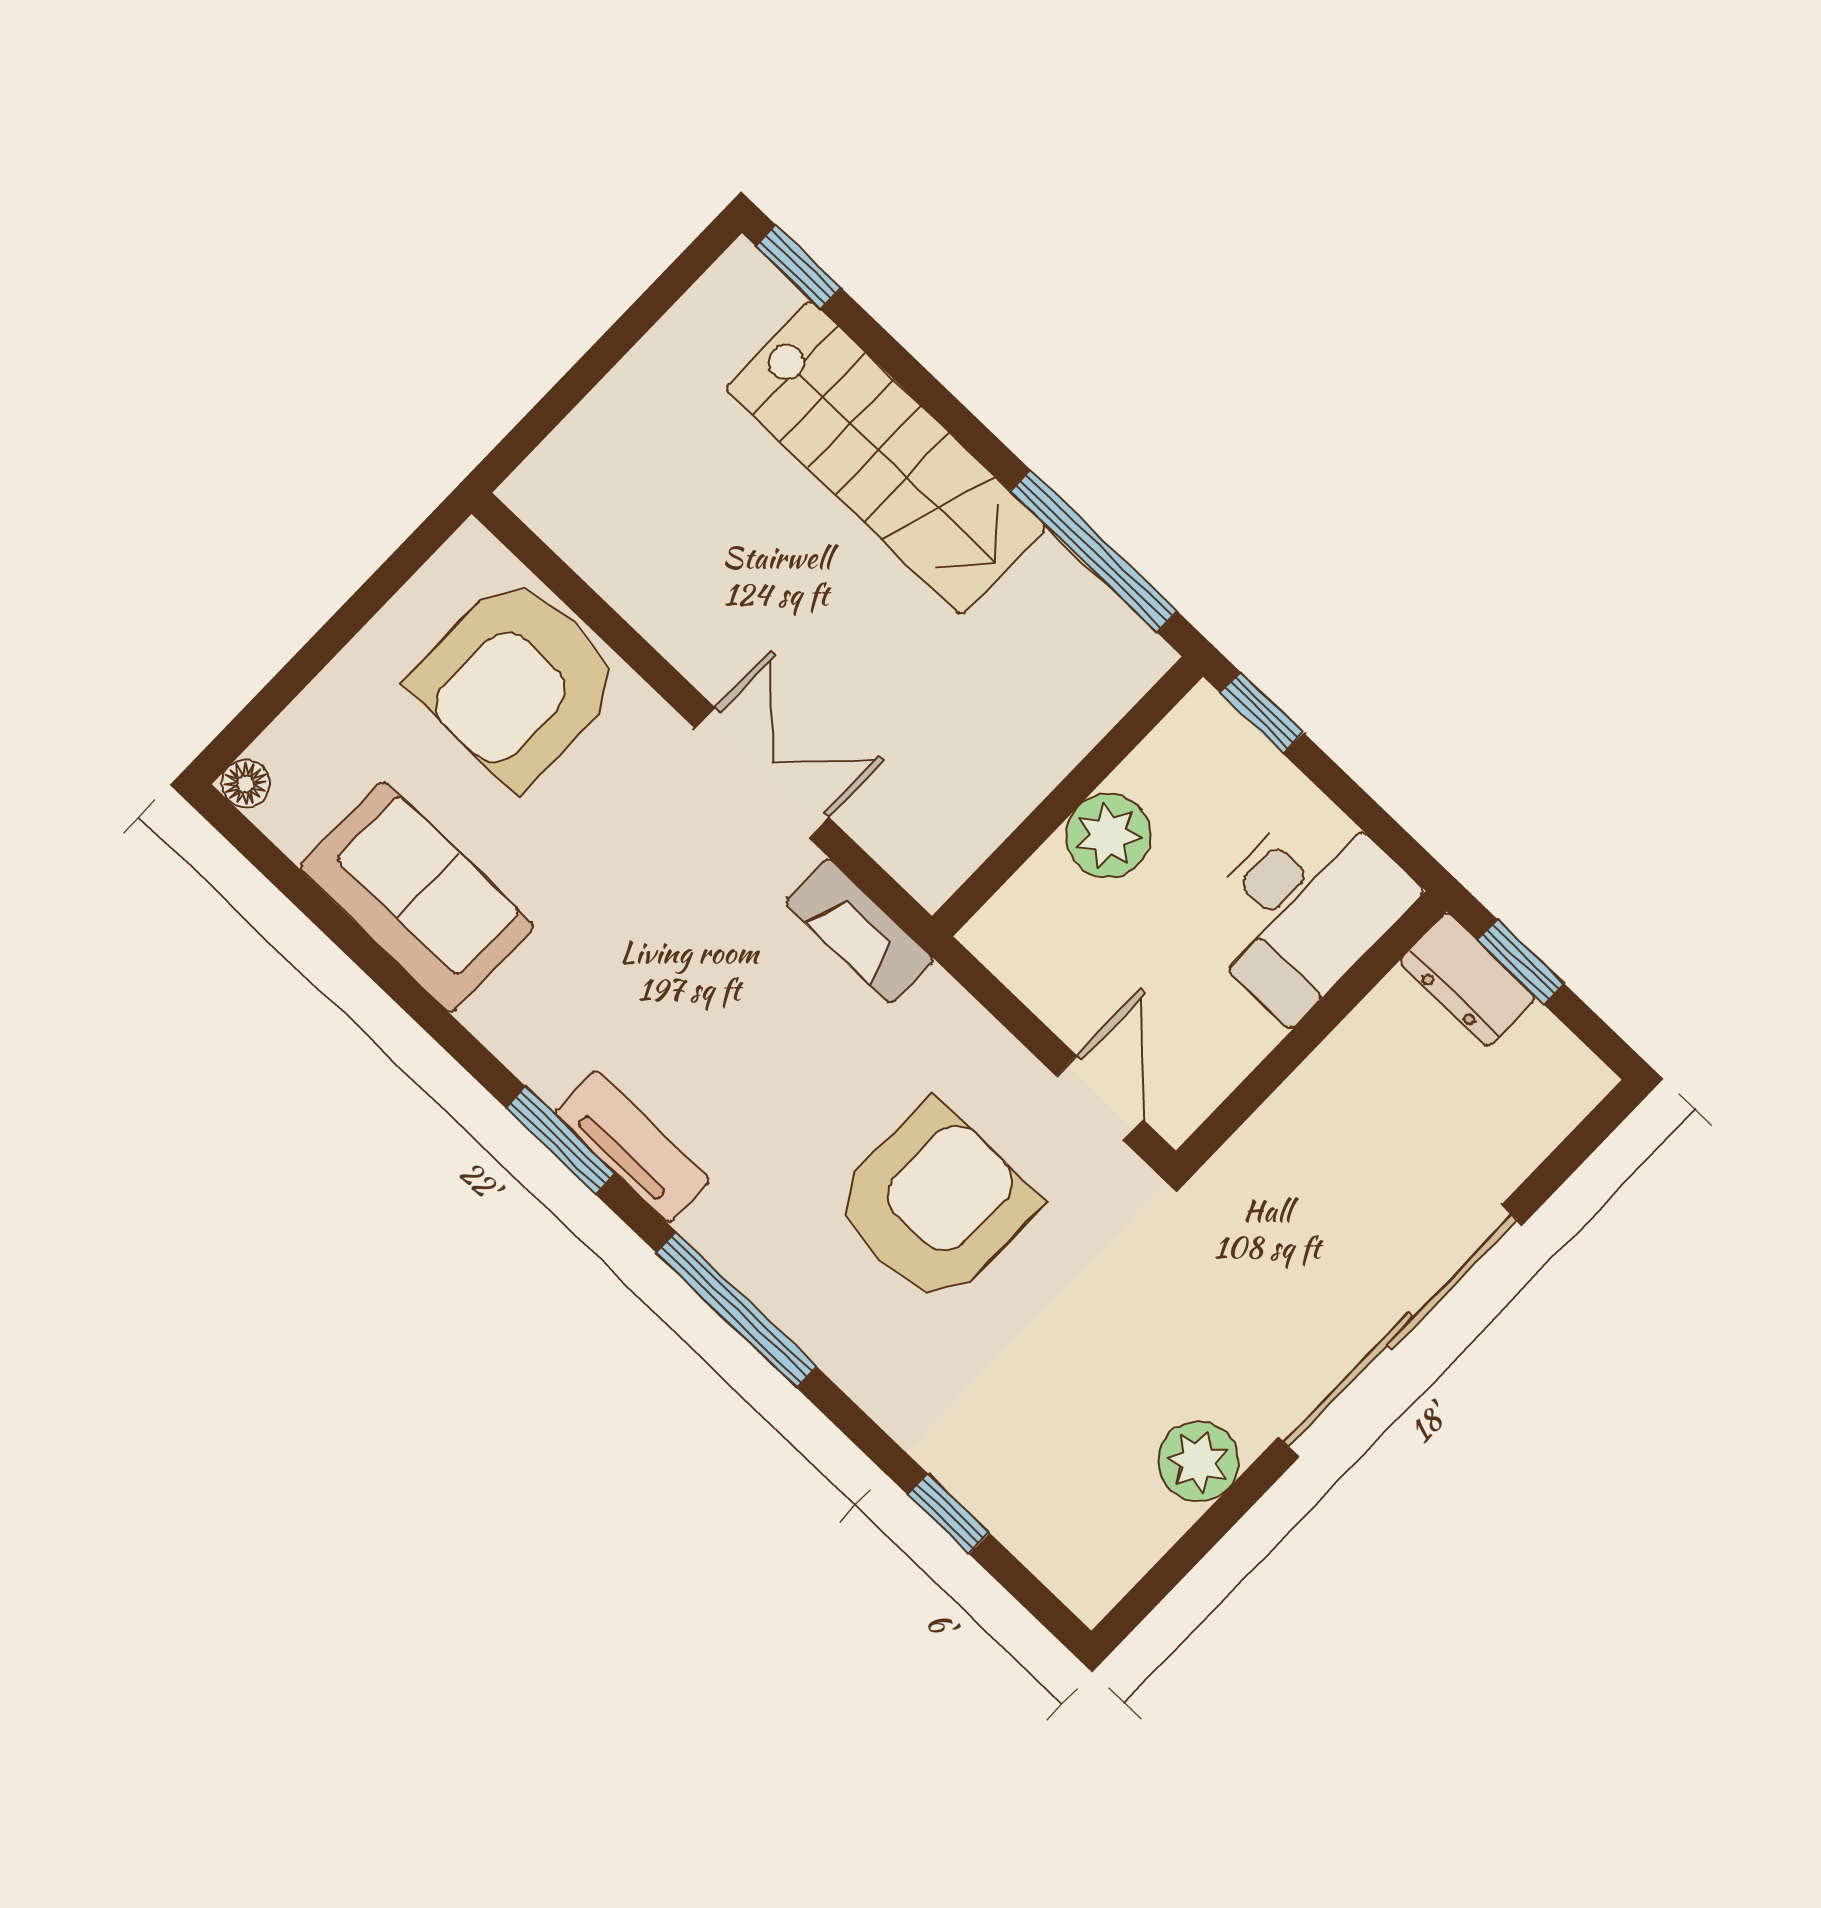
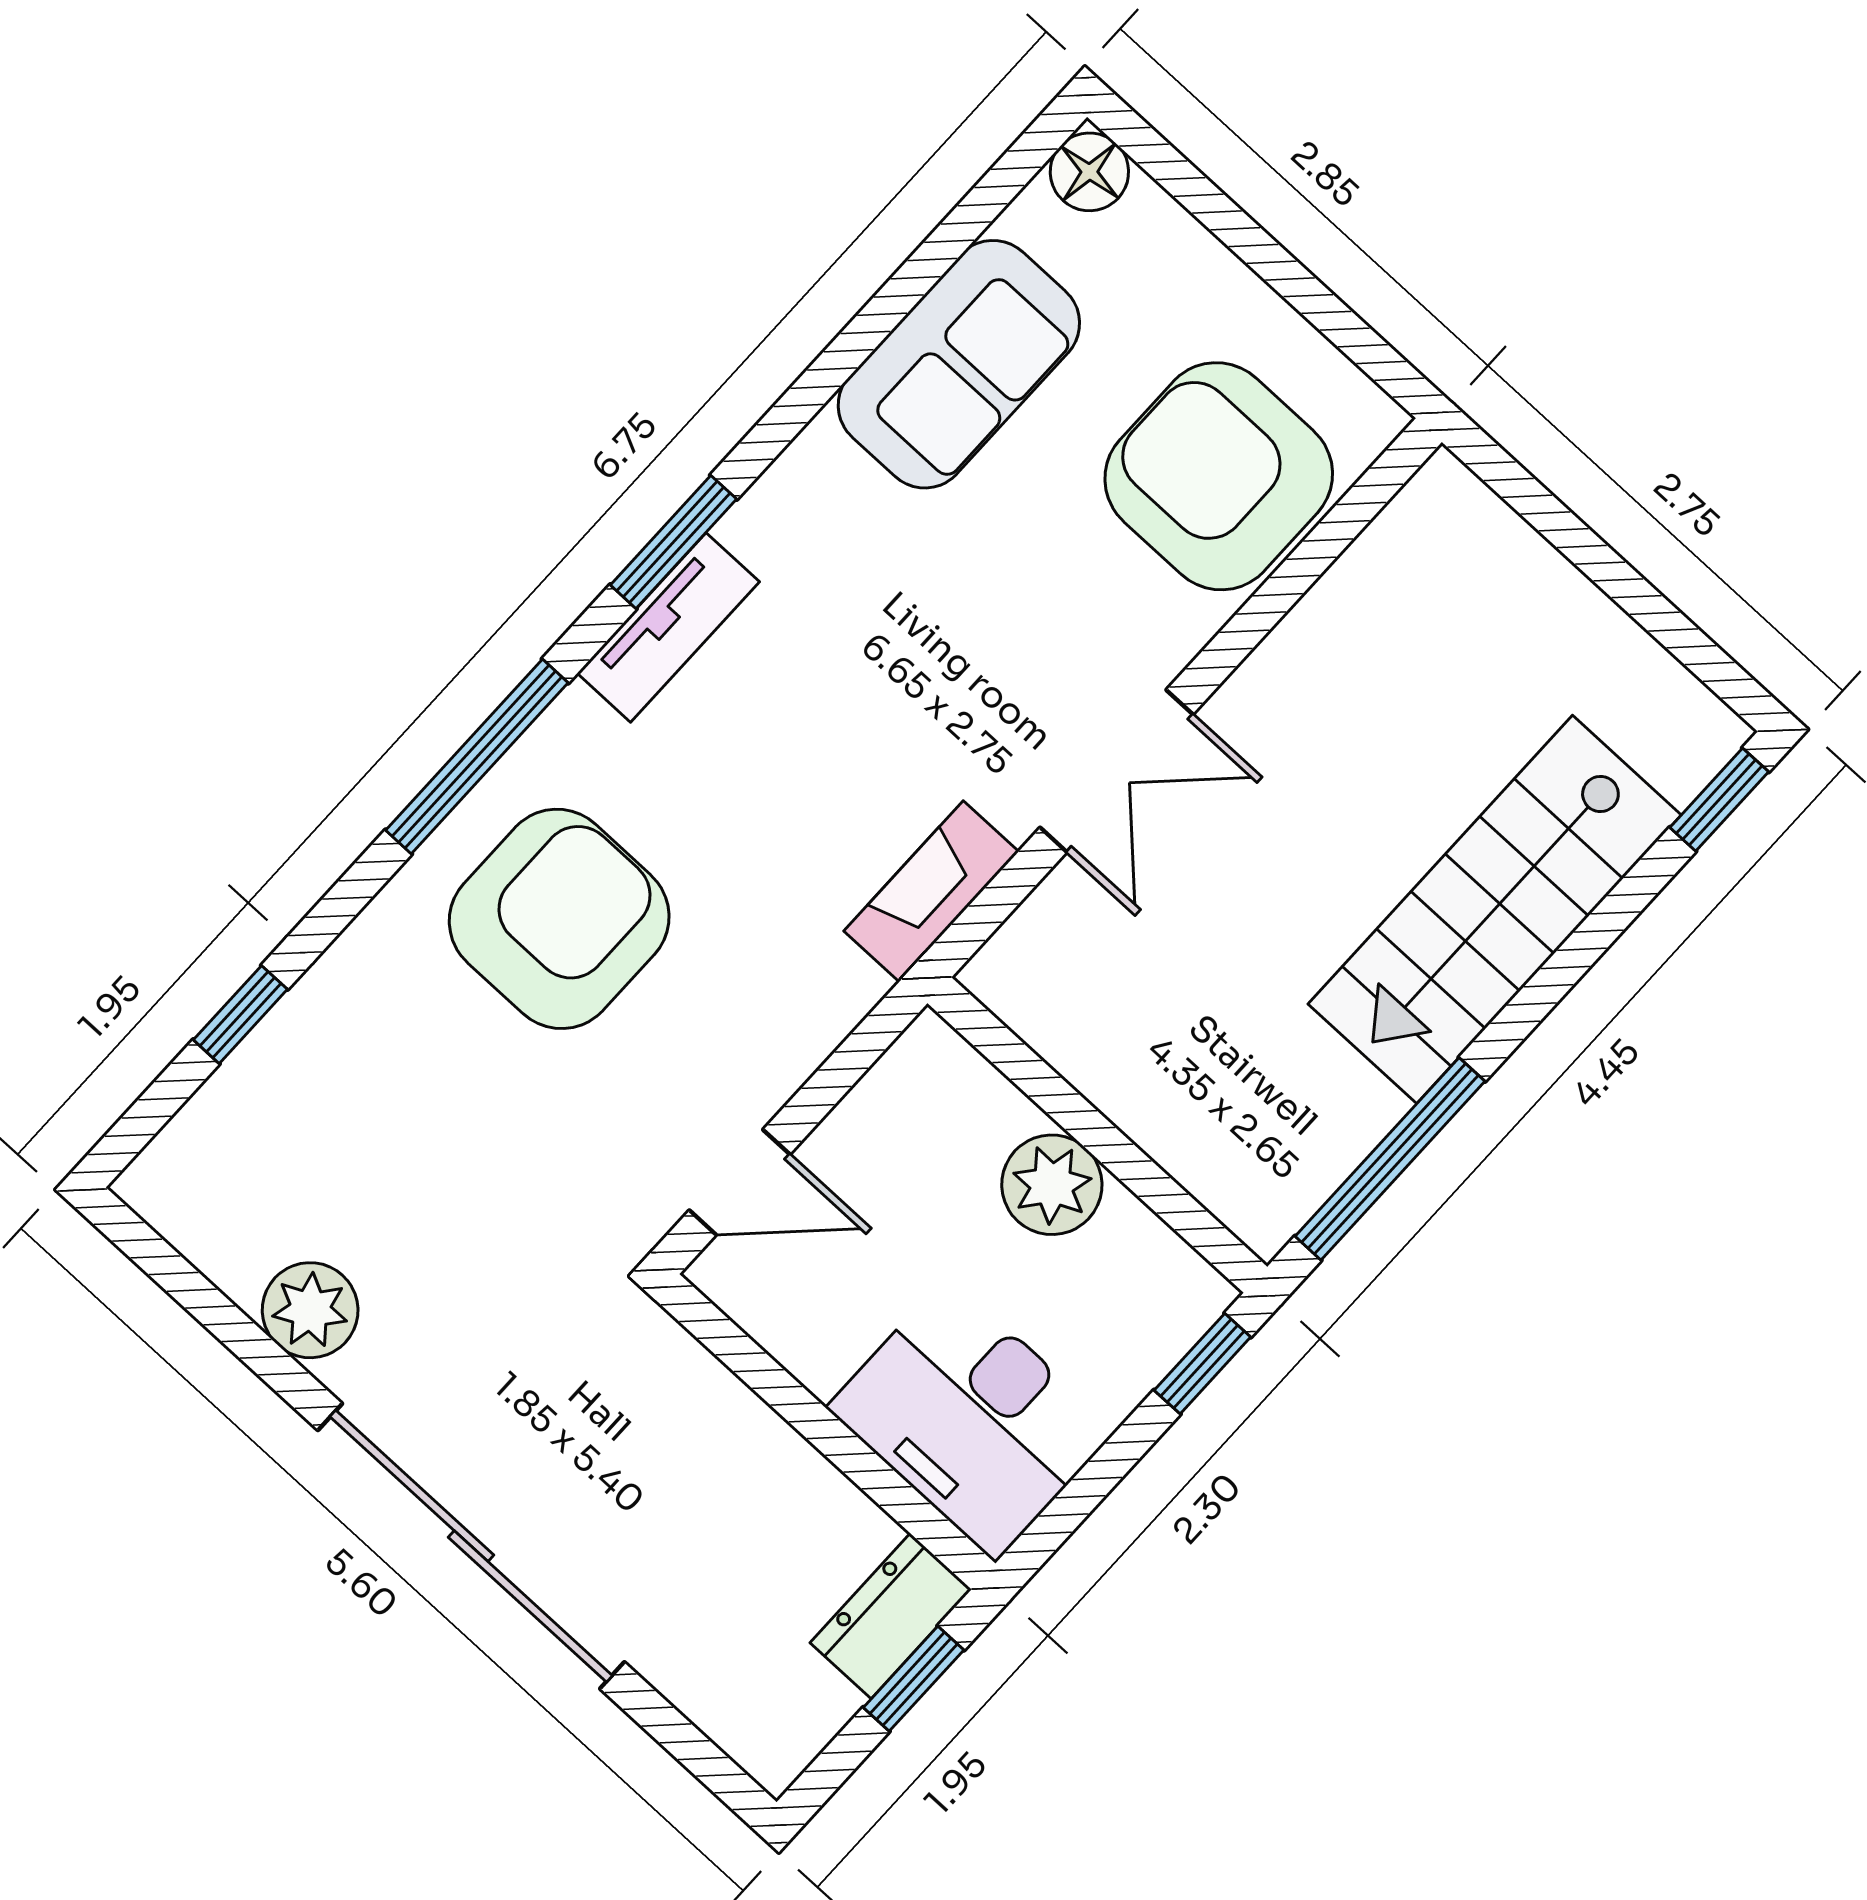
floor lamp: (245, 784) -> (1089, 172), width x1.37, depth x1.37
armchair: (935, 1204) -> (559, 919), moved, turned -90

